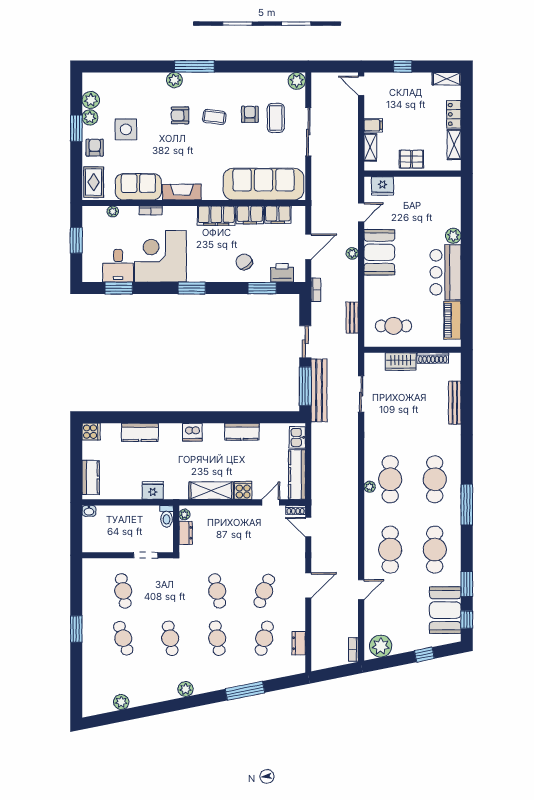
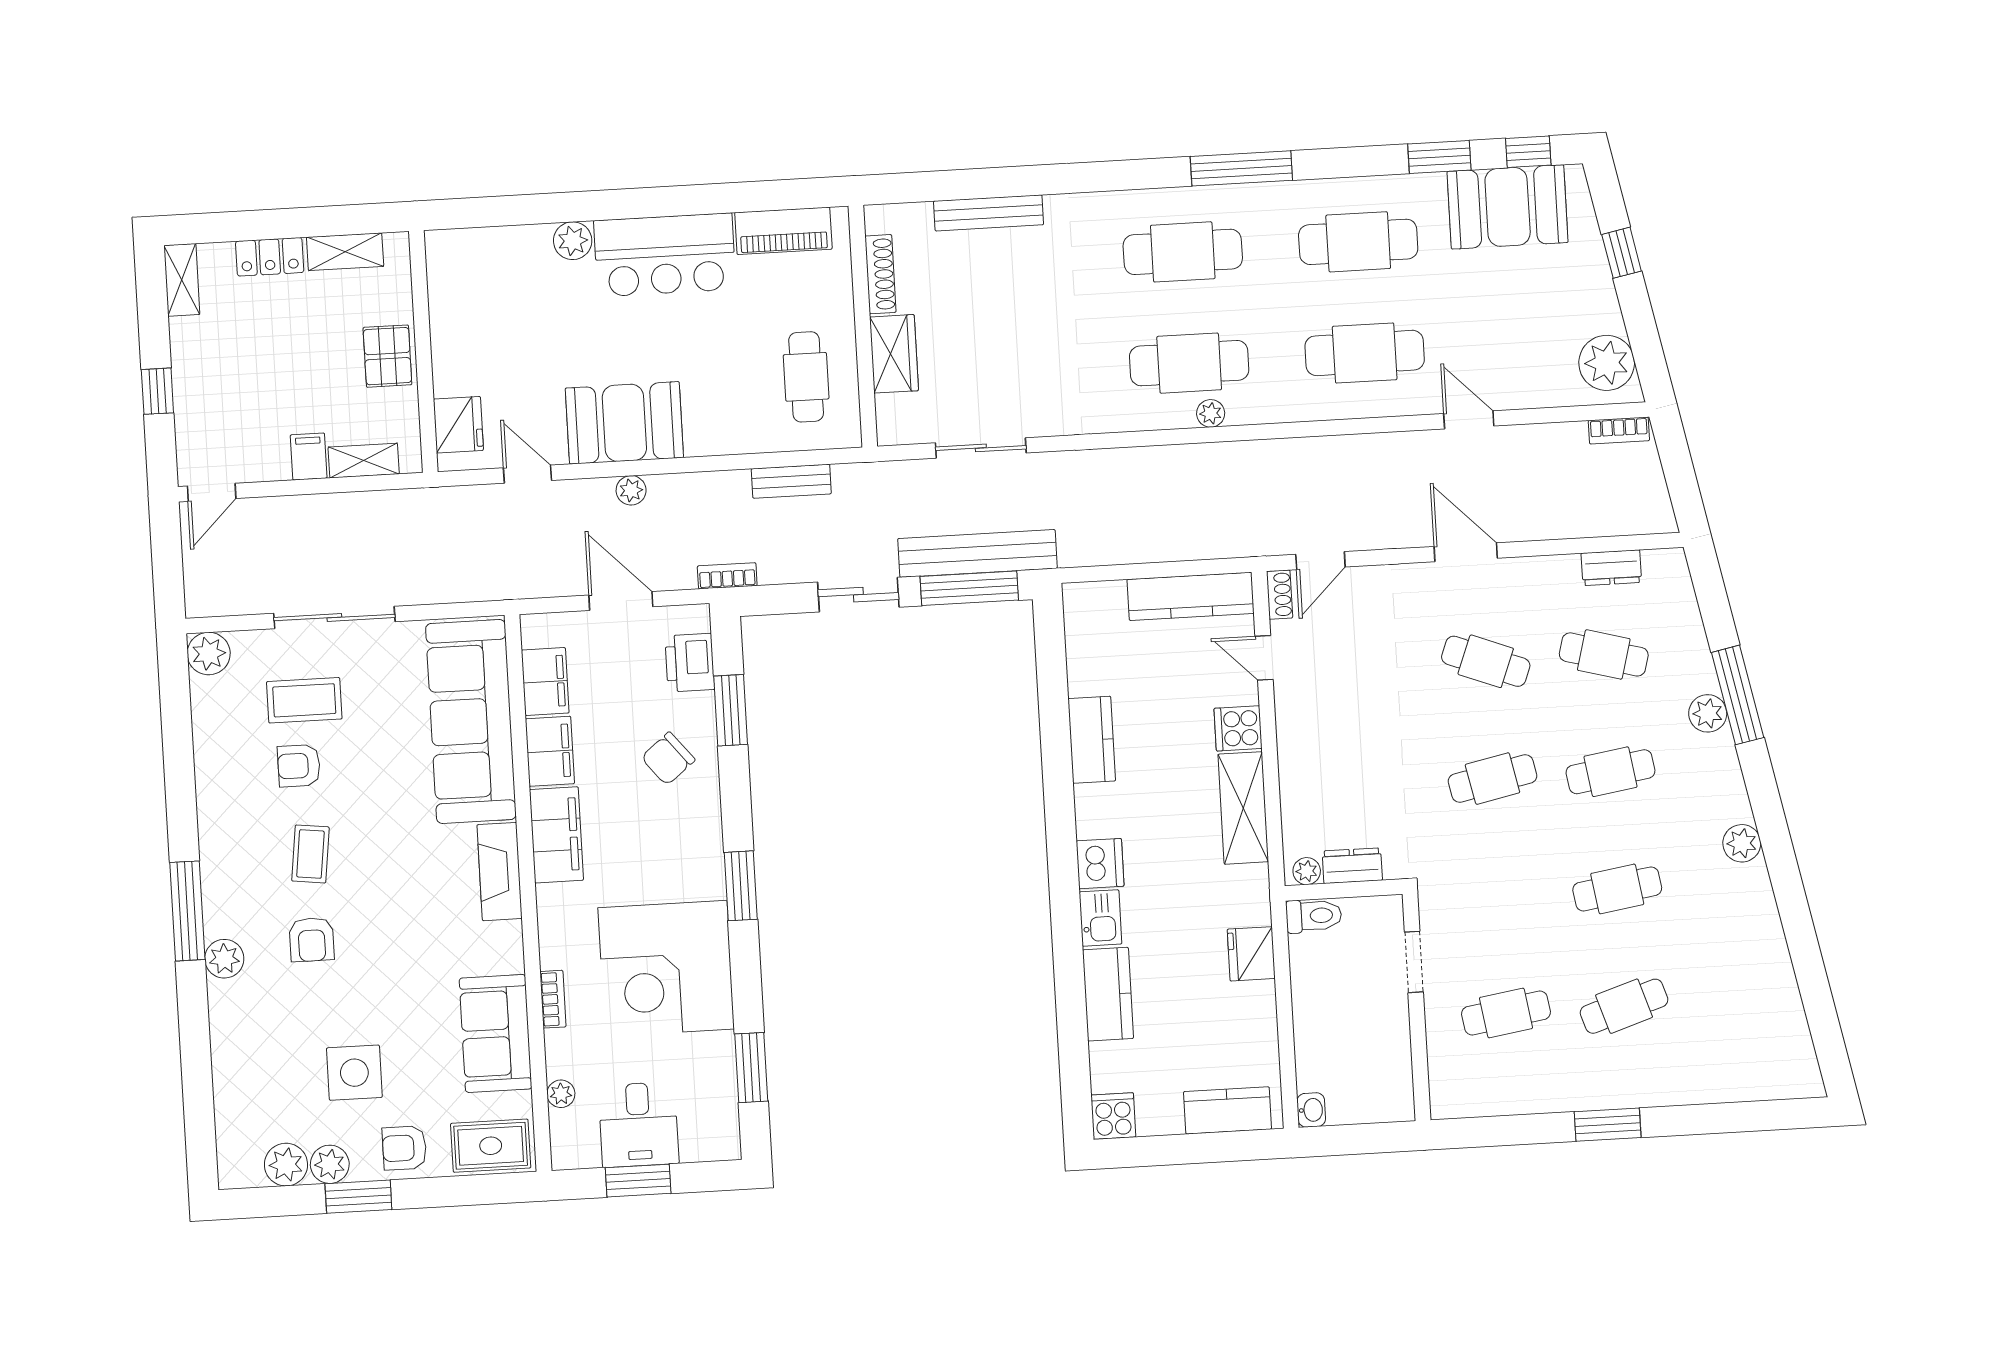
fireplace: (182, 192) -> (500, 872), moved
desk: (118, 266) -> (639, 1125), moved, turned 90
kitchen sink: (297, 437) -> (1100, 918), moved, turned -90
plant: (121, 702) -> (1708, 713), moved

